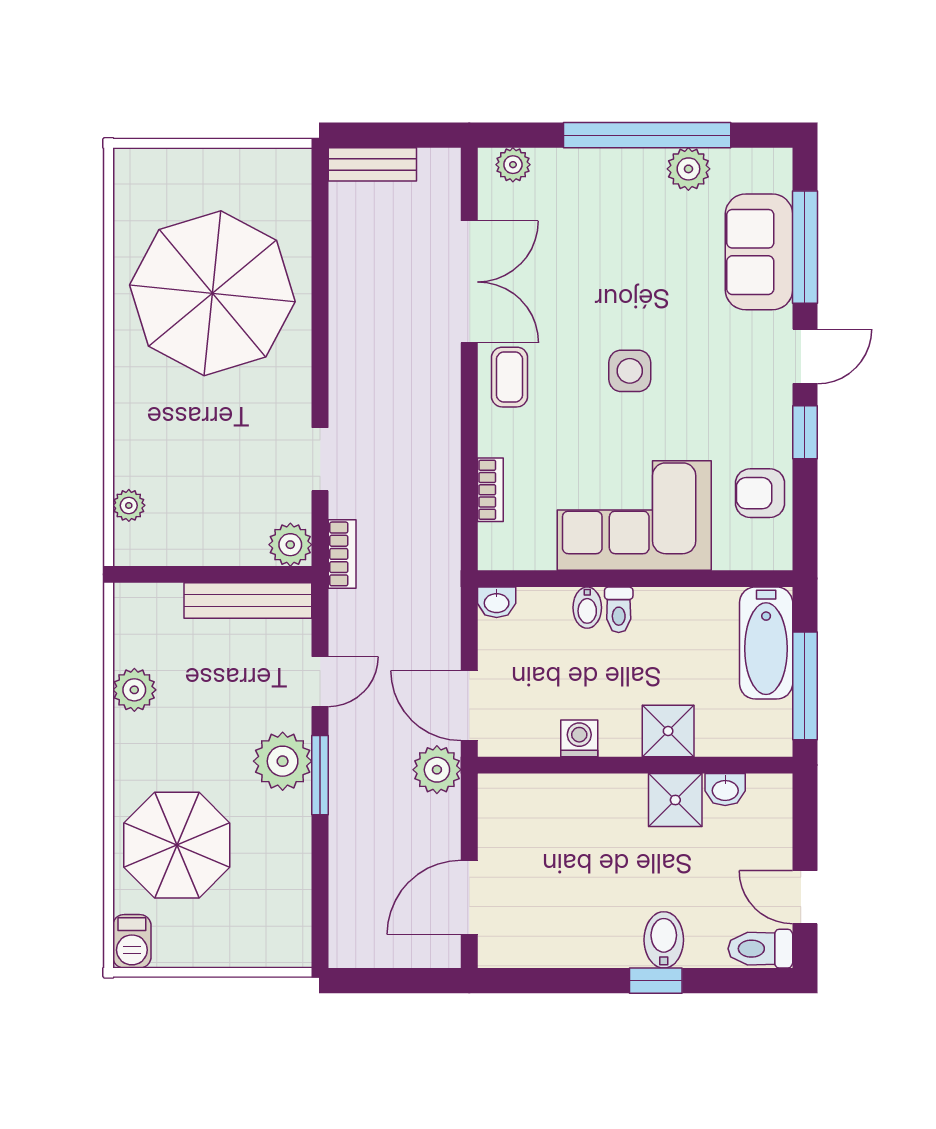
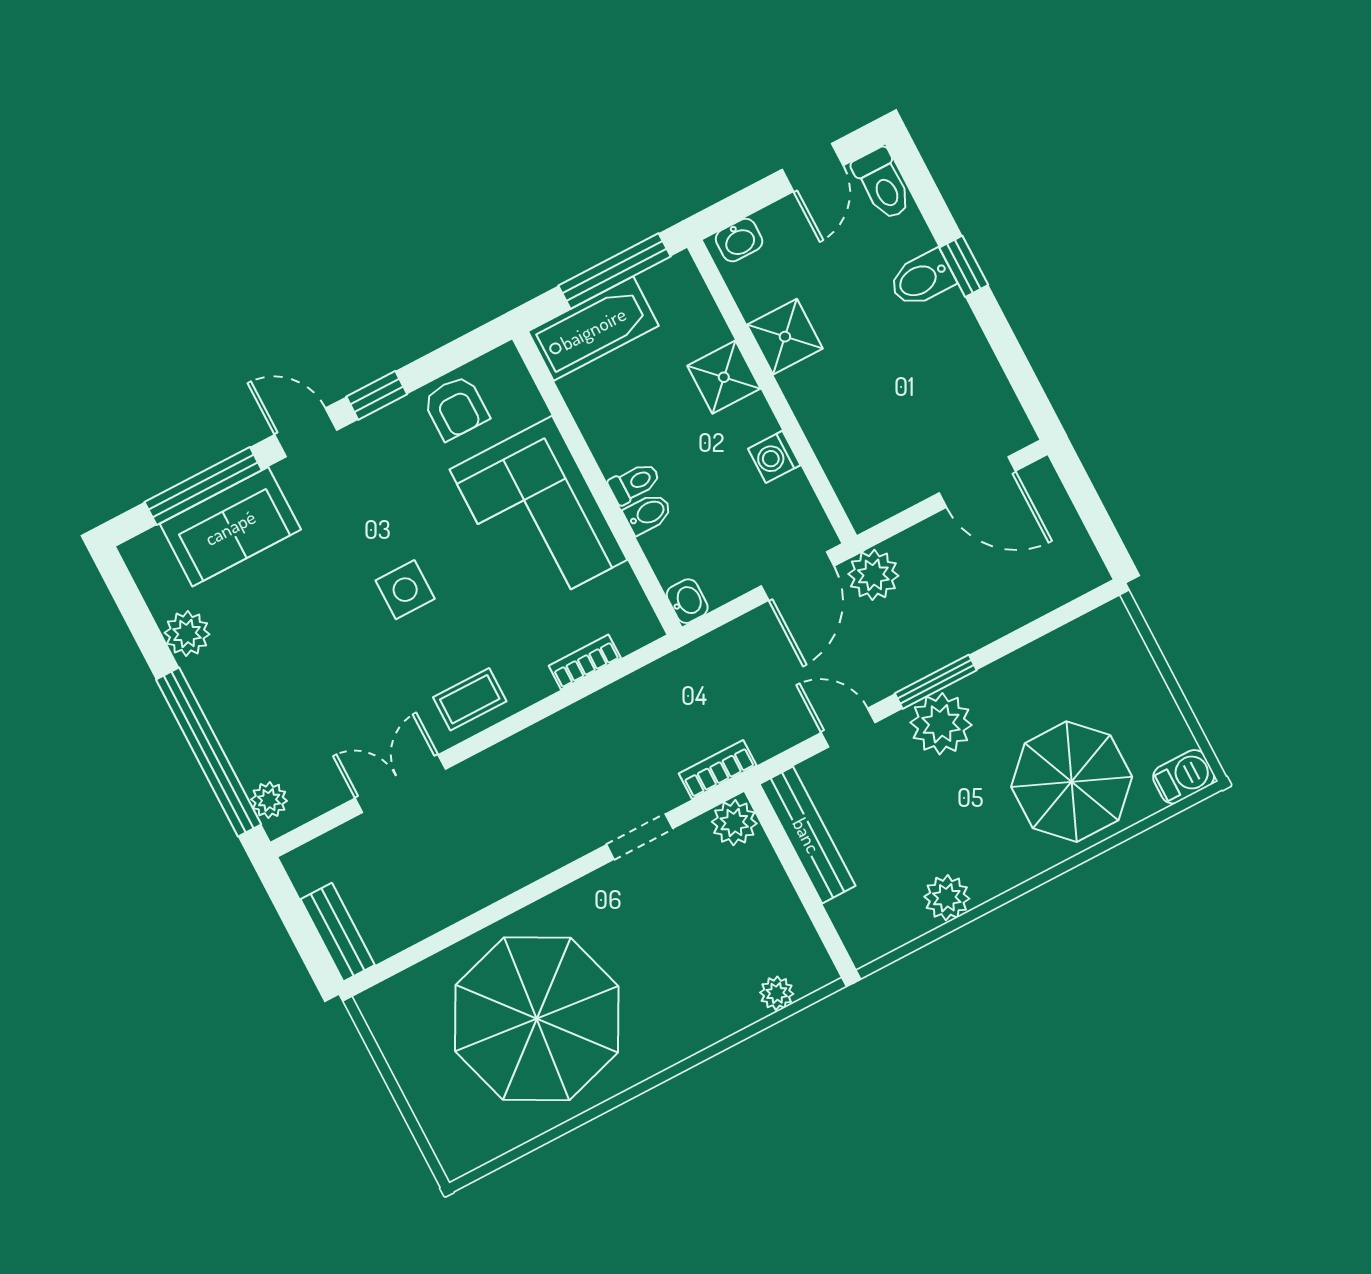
window: (647, 135) -> (209, 752), moved
double door: (469, 282) -> (400, 784), width x0.73
washbasin: (725, 790) -> (739, 240), moved, turned 90

